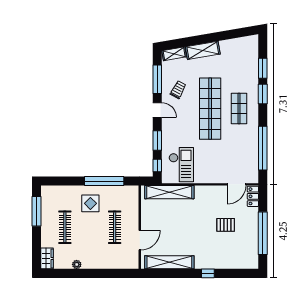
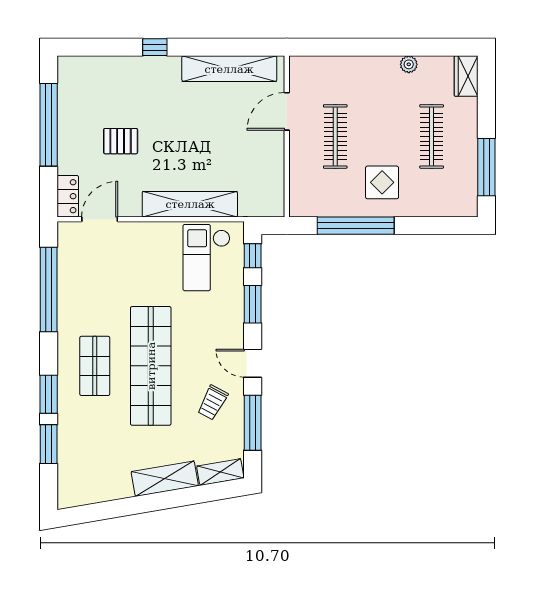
shelving: (169, 192) -> (190, 204), moved

